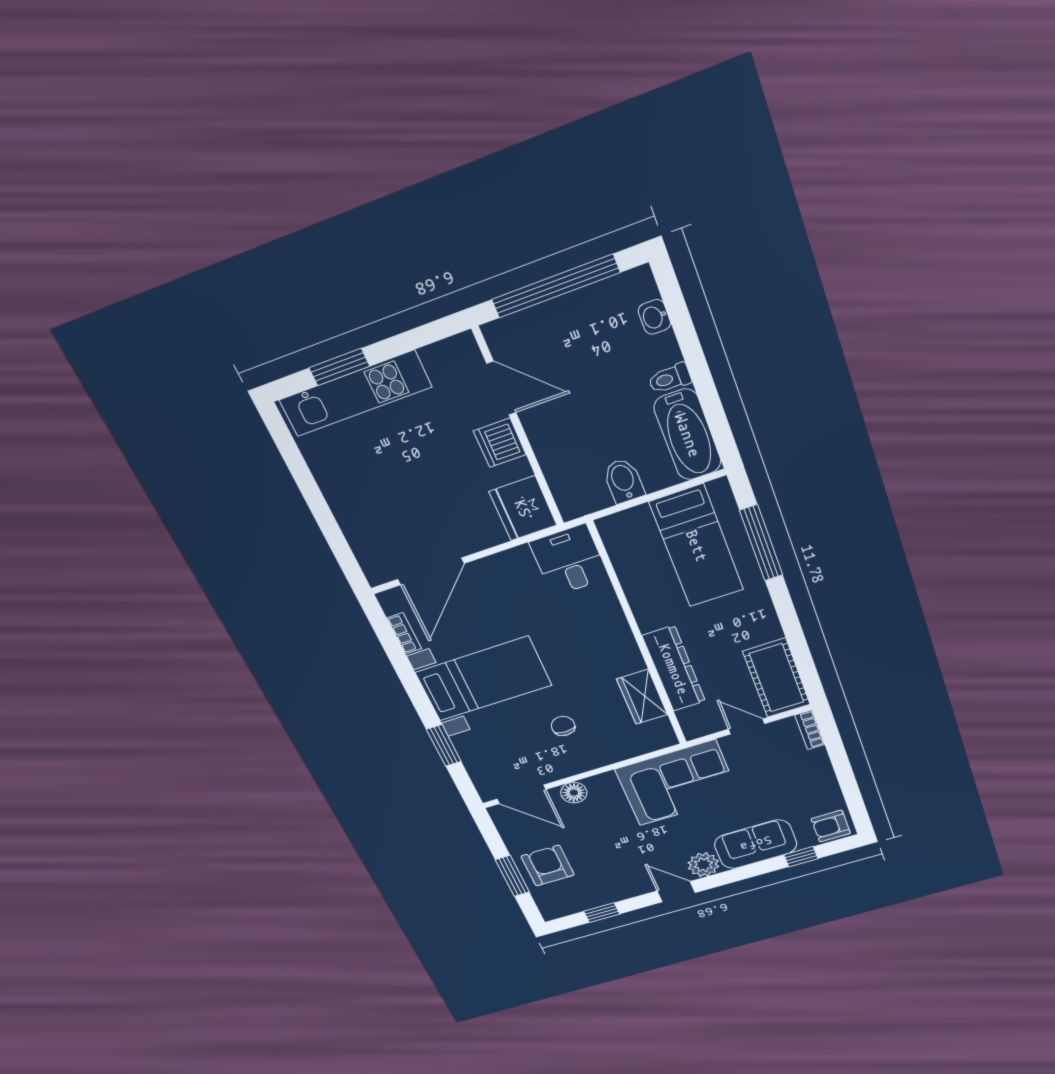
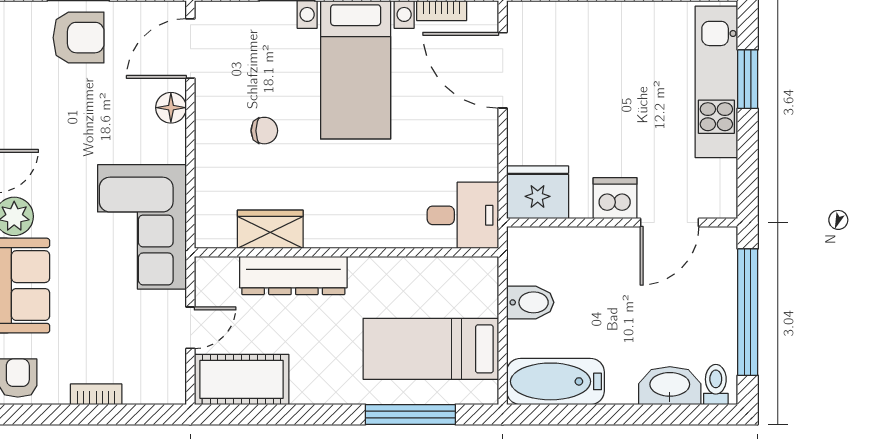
washbasin: (654, 317) -> (670, 386), width x1.91, depth x1.45
toilet: (670, 378) -> (716, 384), moved
bookcase: (810, 730) -> (96, 394), moved

